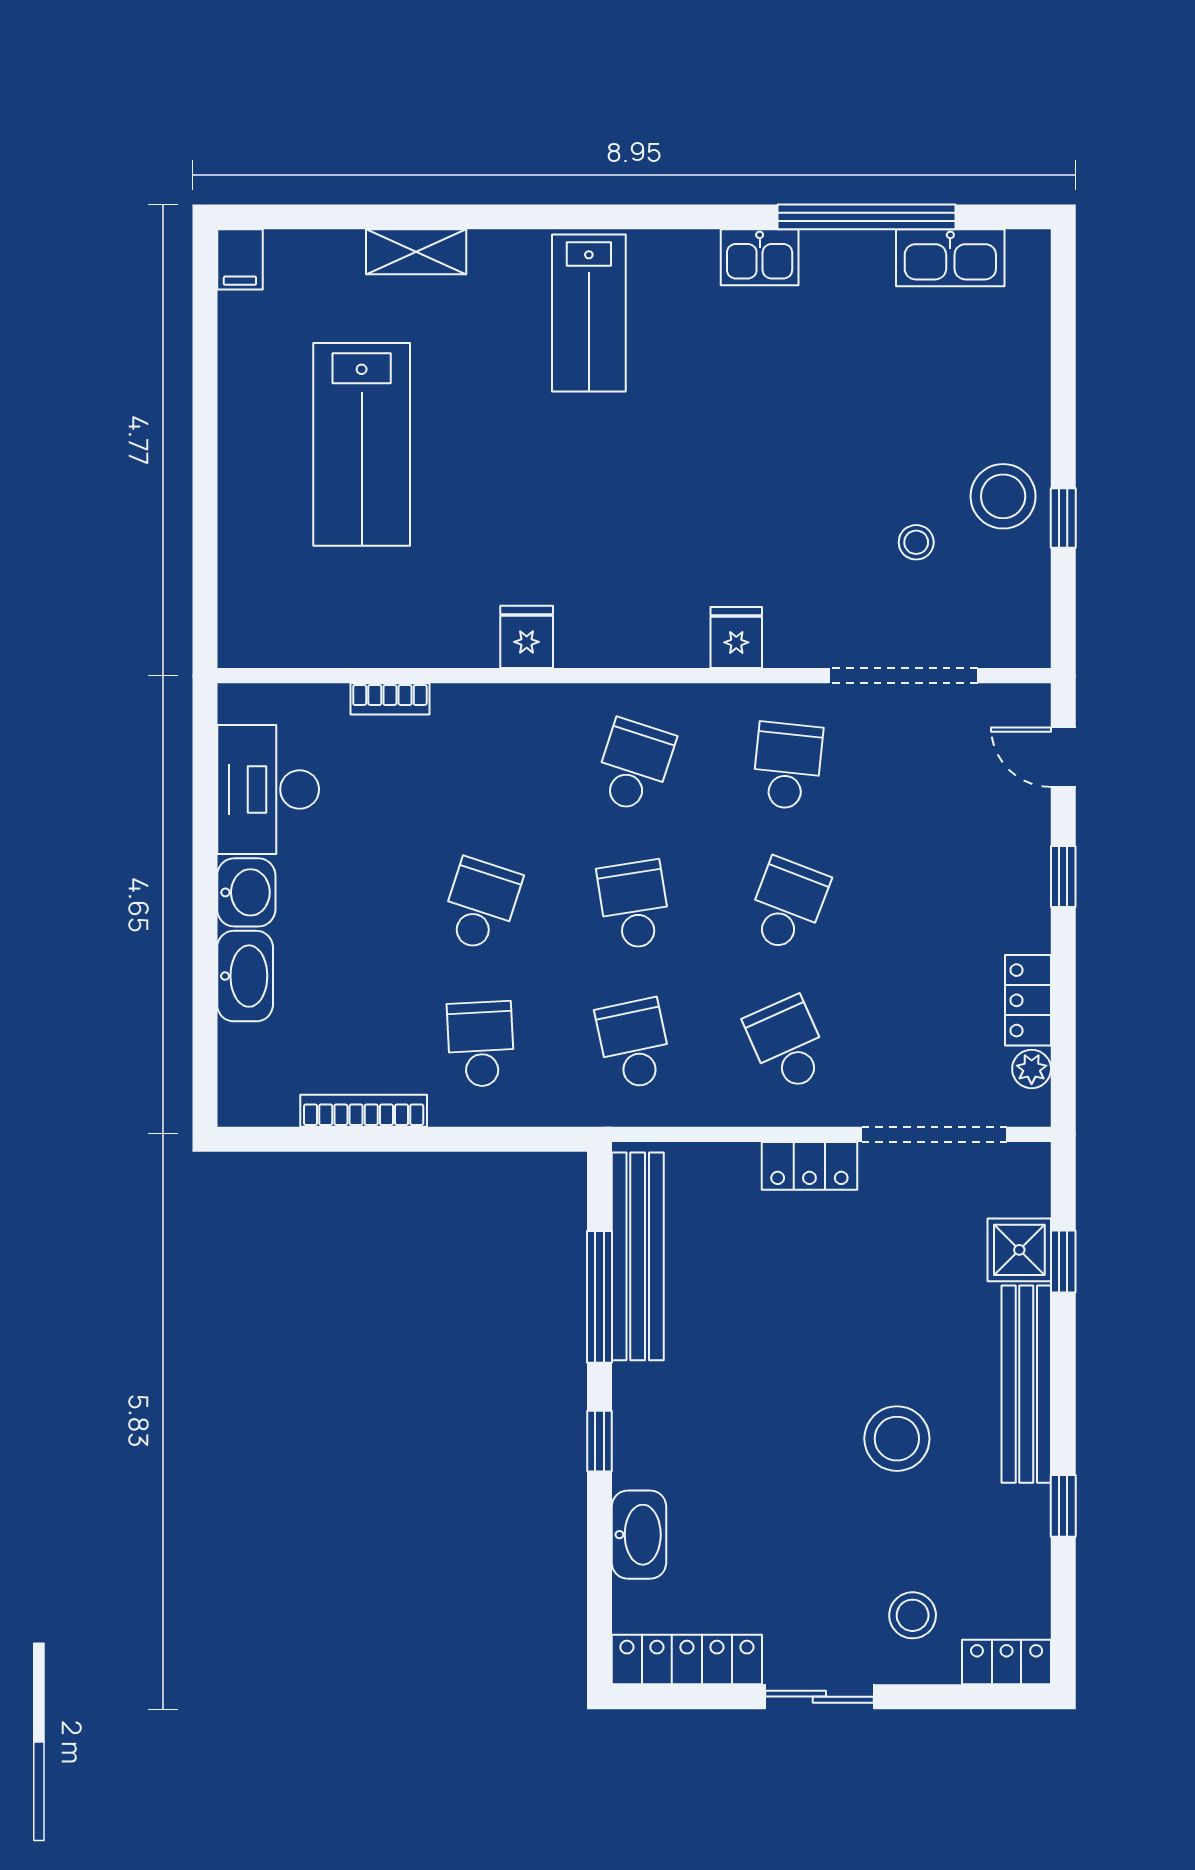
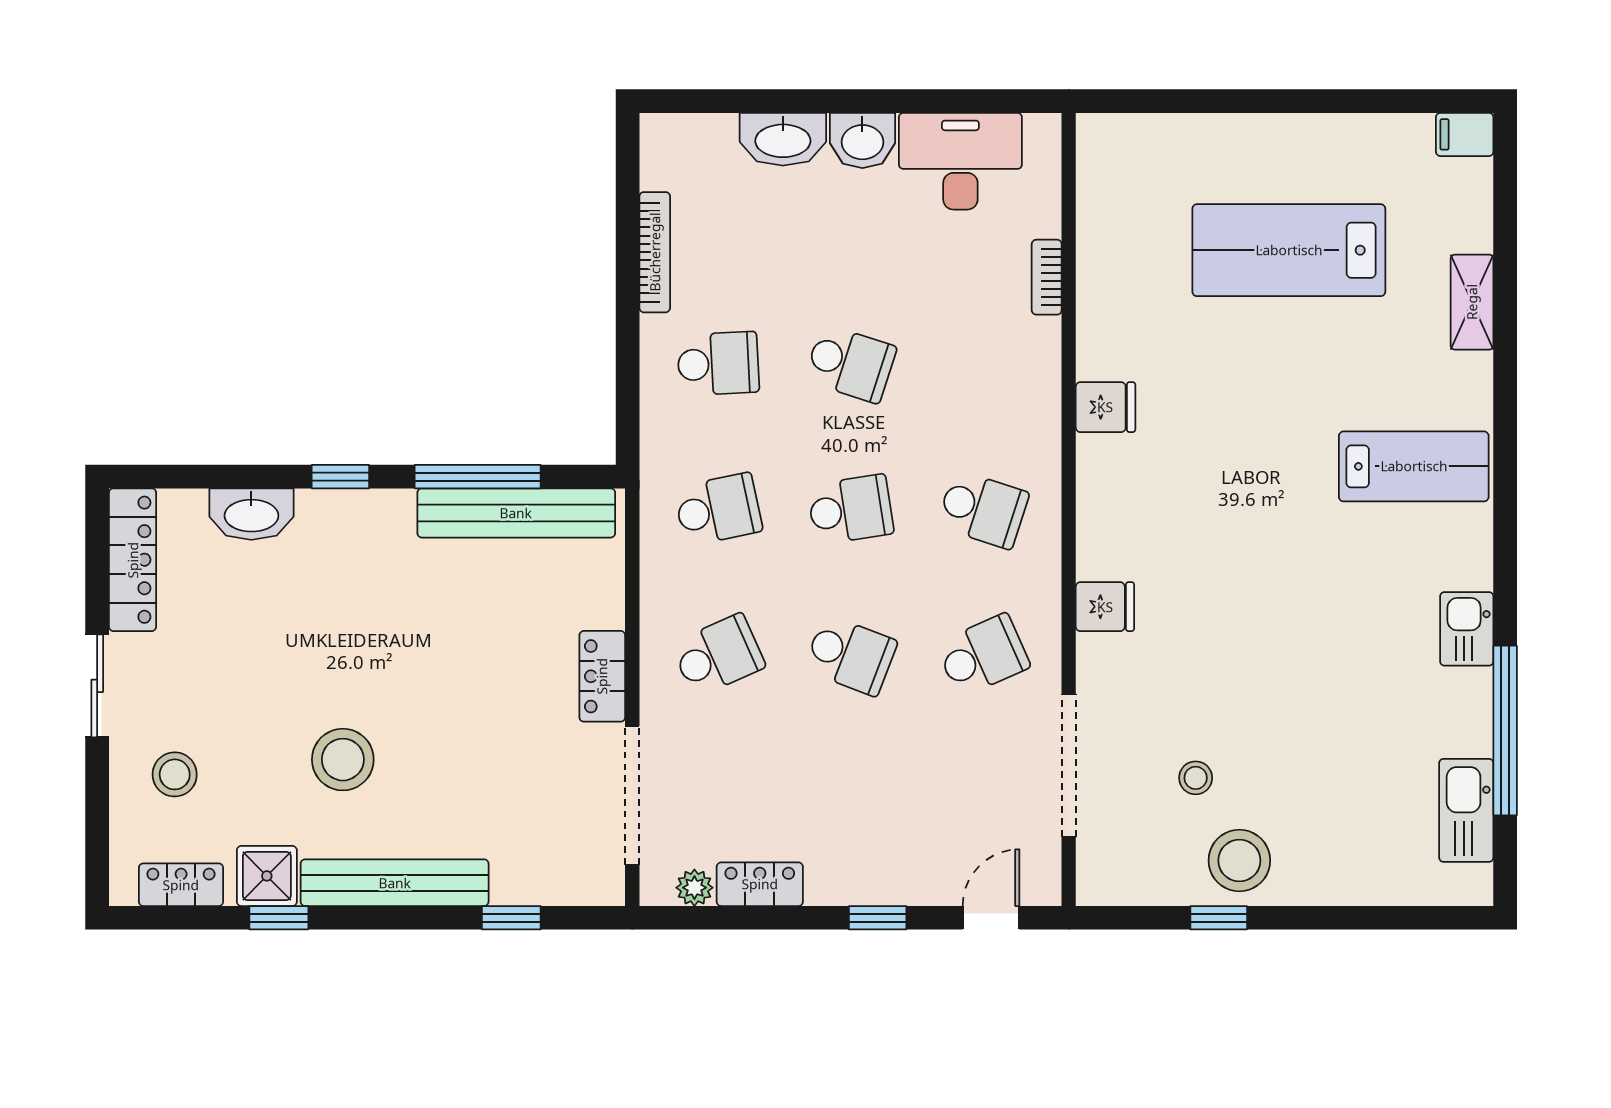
lab bench: (589, 313) -> (1414, 466), turned 180
school desk: (787, 766) -> (983, 655), turned -30
shower: (1019, 1250) -> (267, 876), moved
locker: (1007, 1662) -> (181, 885), moved, turned -90

